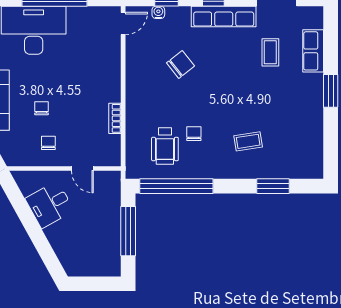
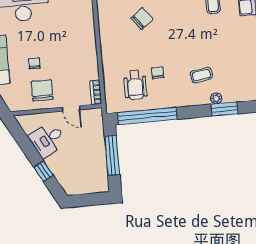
bookcase: (115, 118) -> (96, 92), moved
chair: (48, 143) -> (42, 90), width x1.87, depth x1.87
plant: (264, 172) -> (216, 98), added
window: (41, 243) -> (43, 171), added

